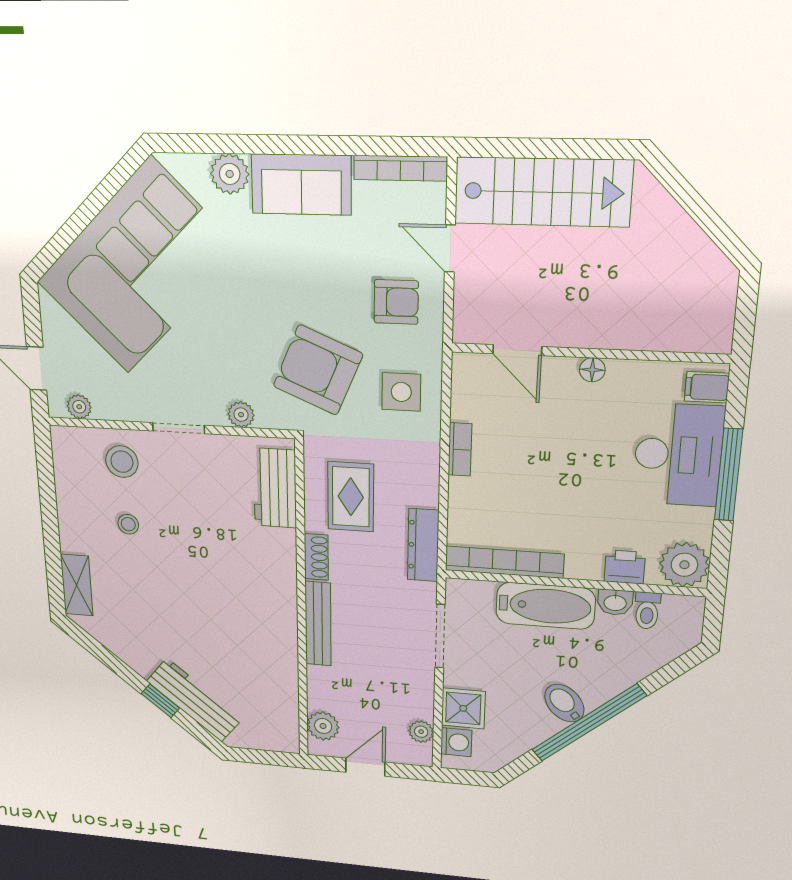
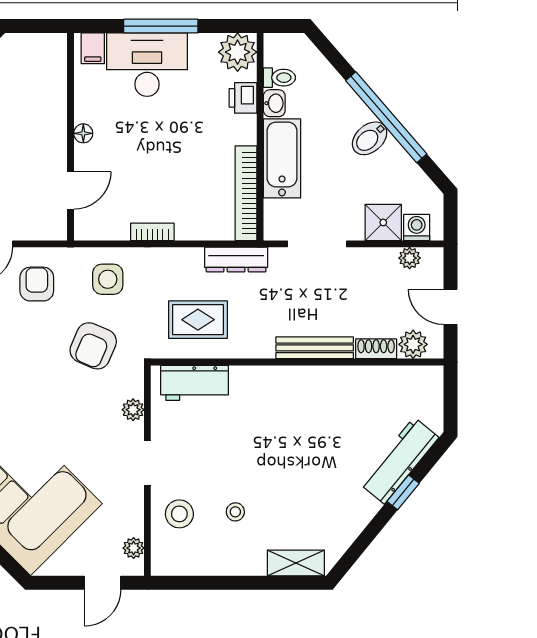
armchair: (318, 370) -> (93, 346), width x0.73, depth x0.73
shoe rack: (316, 557) -> (376, 349), moved

